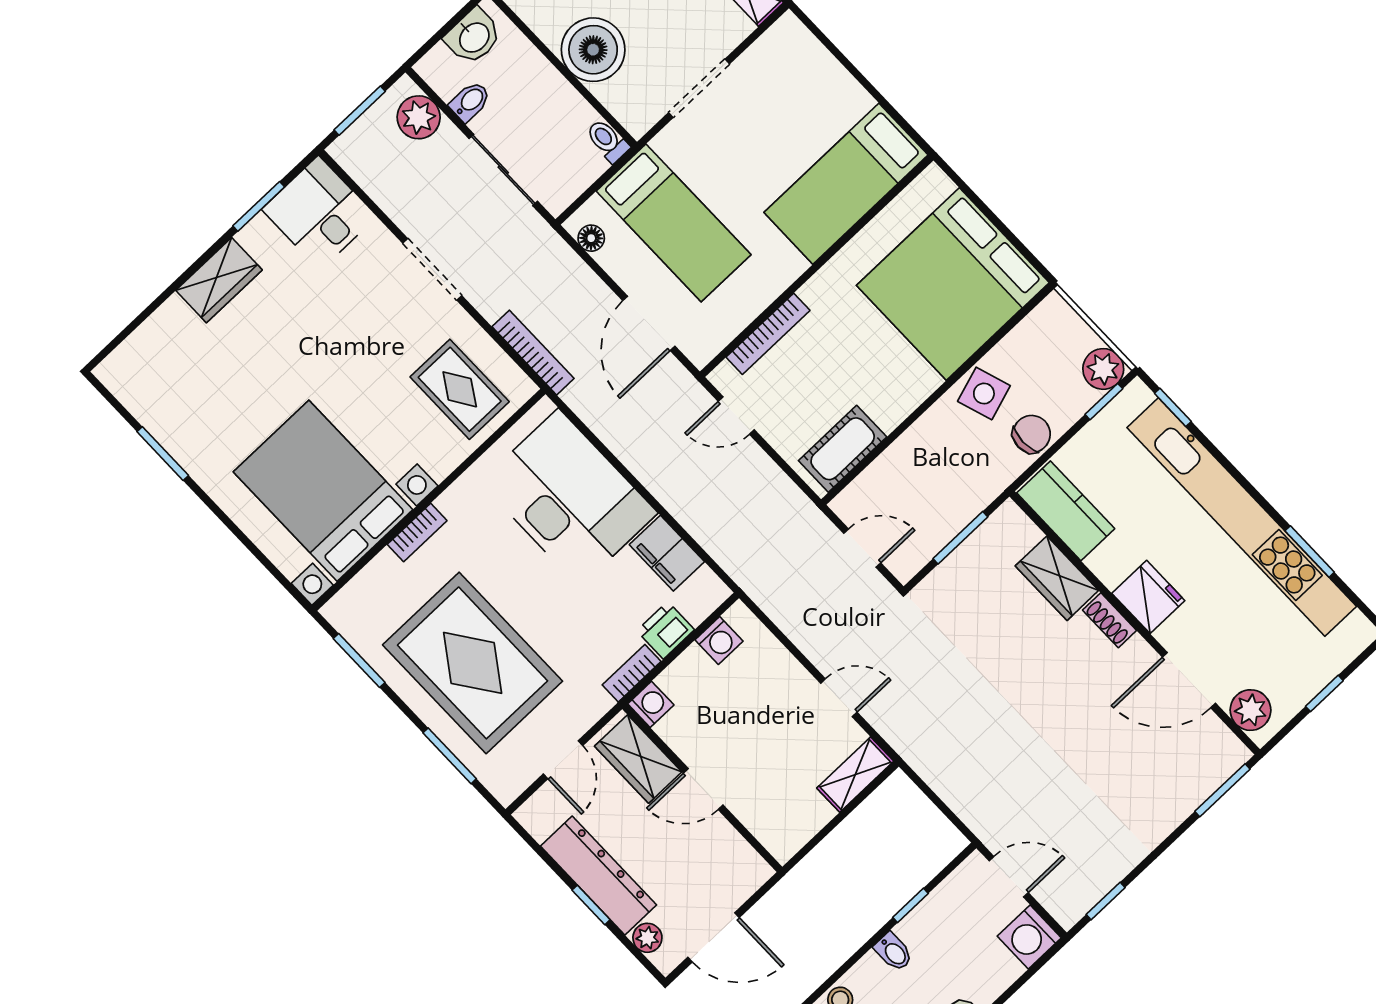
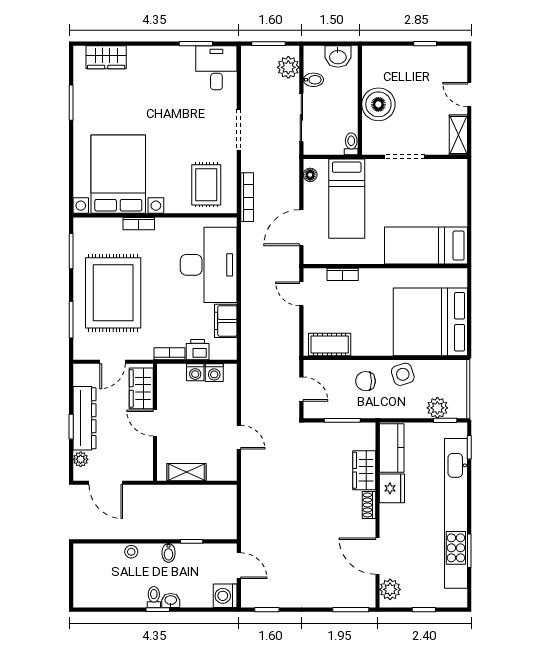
wardrobe: (219, 280) -> (106, 57), moved
bookcase: (768, 334) -> (343, 274), width x0.64
plant: (1103, 369) -> (437, 408), moved
chair: (1032, 434) -> (366, 381), moved, turned 180
fridge: (1148, 597) -> (392, 488), moved
washing machine: (651, 704) -> (195, 372), moved, turned 90
shelving: (855, 775) -> (186, 472), moved

